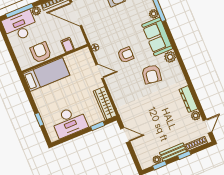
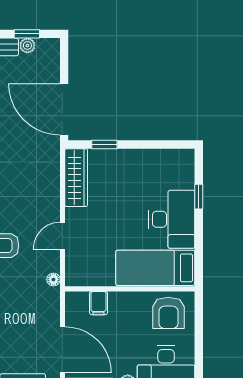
armchair: (41, 52) -> (168, 313), moved
door: (100, 71) -> (62, 236), hinge flipped
desk: (69, 122) -> (172, 219), moved, turned 90
door: (125, 135) -> (64, 109), width x1.87

